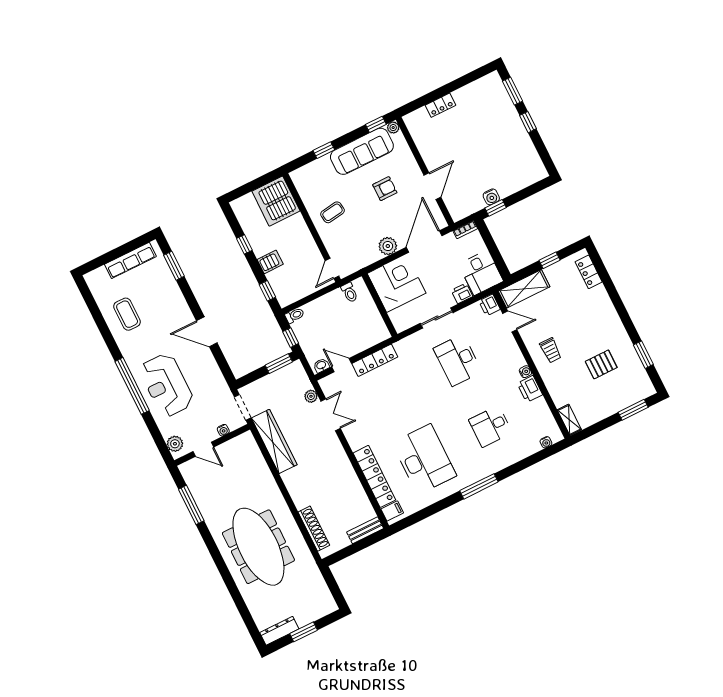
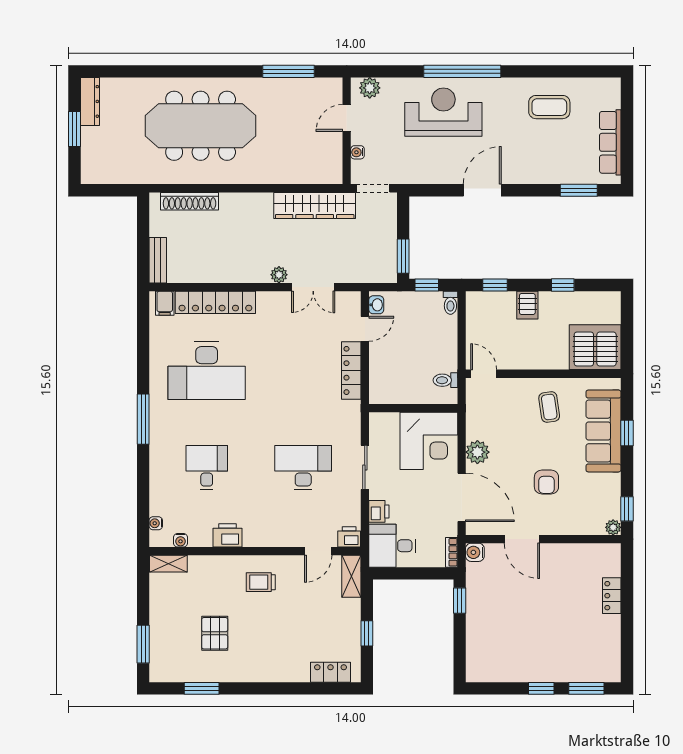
sofa: (362, 151) -> (603, 431), moved
water cooler: (491, 197) -> (475, 552), moved
shelving: (524, 289) -> (351, 576), width x0.67, depth x0.75
water cooler: (525, 372) -> (180, 540), moved
plant: (311, 396) -> (279, 275), moved

